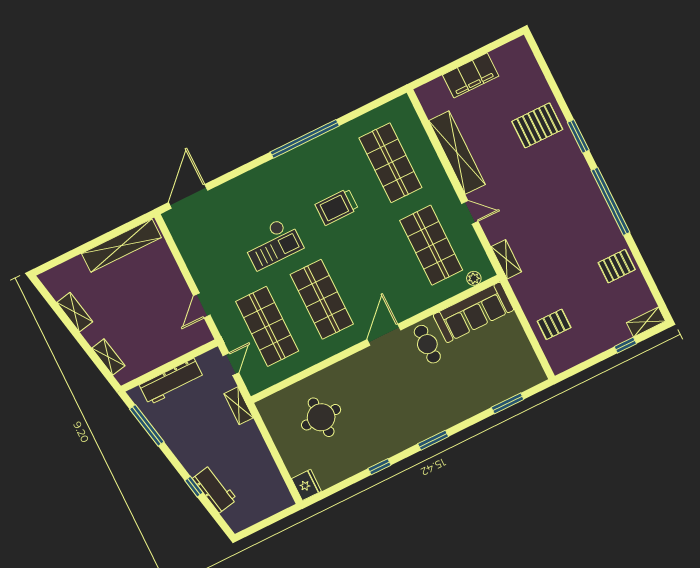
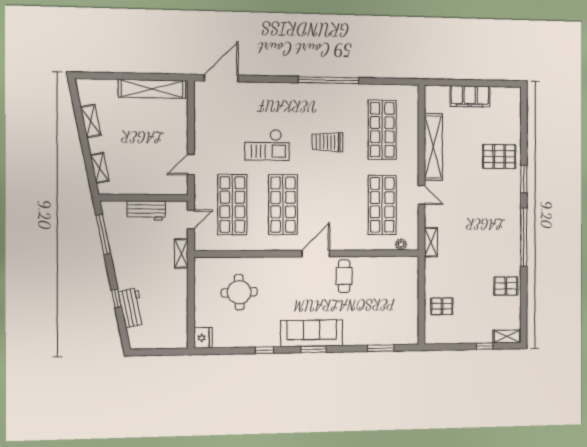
sofa: (473, 312) -> (312, 333), moved, turned 180
workbench: (172, 382) -> (146, 210), width x0.73

